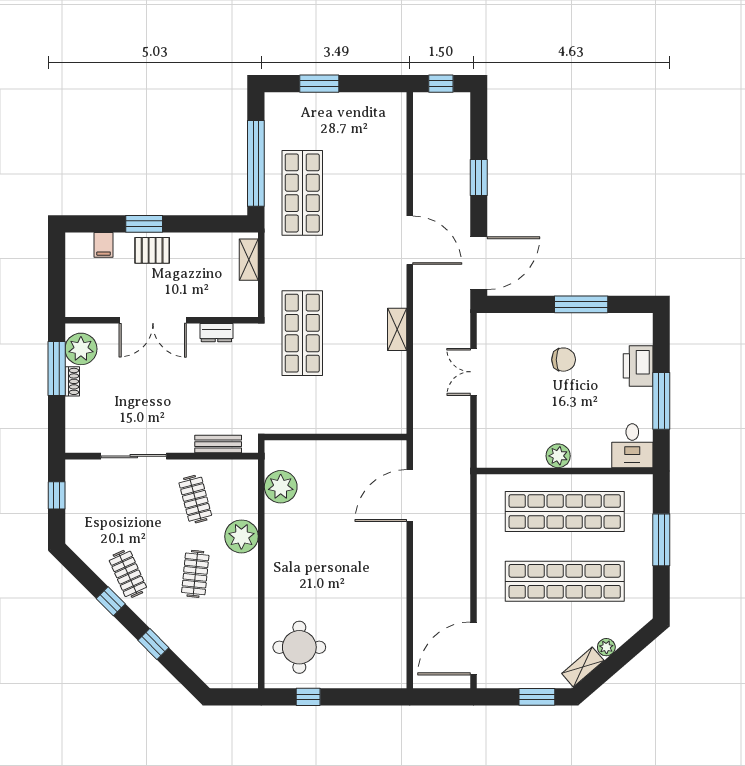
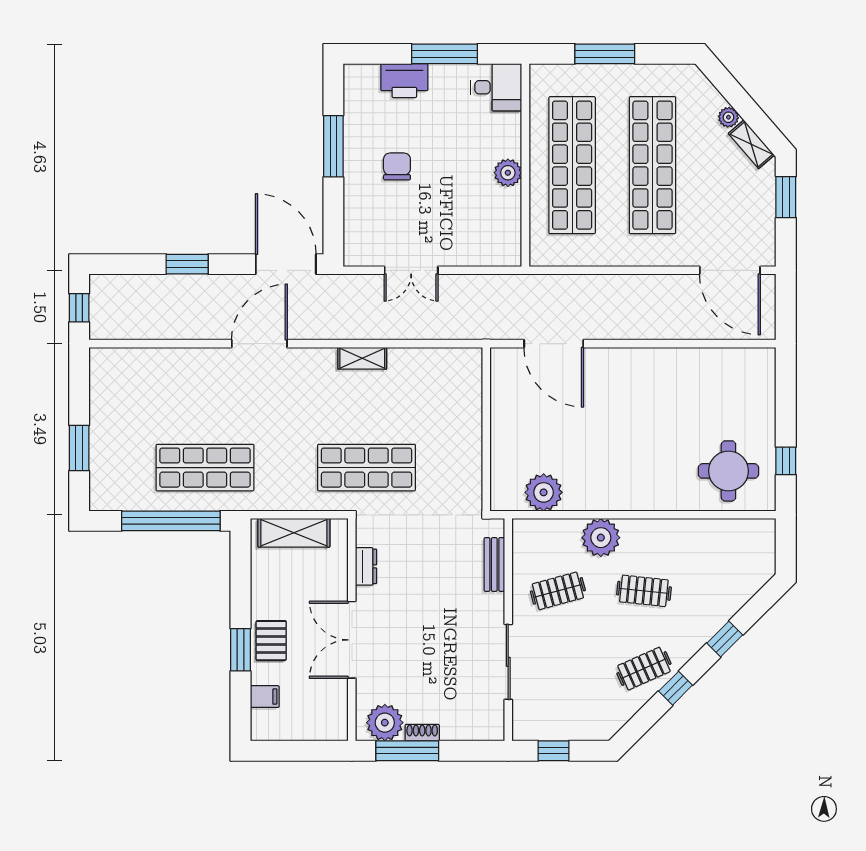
shelving: (249, 260) -> (294, 533), width x1.50, depth x1.33
double door: (153, 320) -> (352, 640), swing flipped

